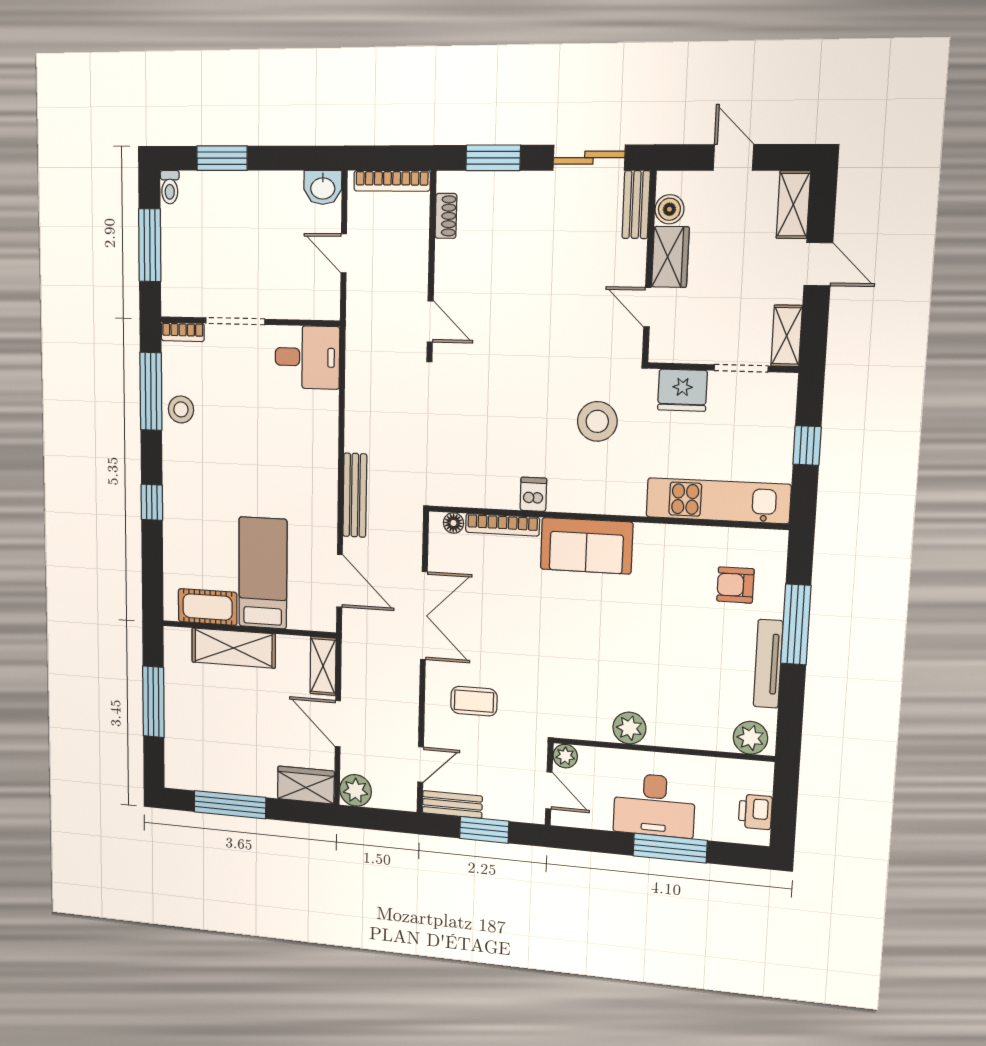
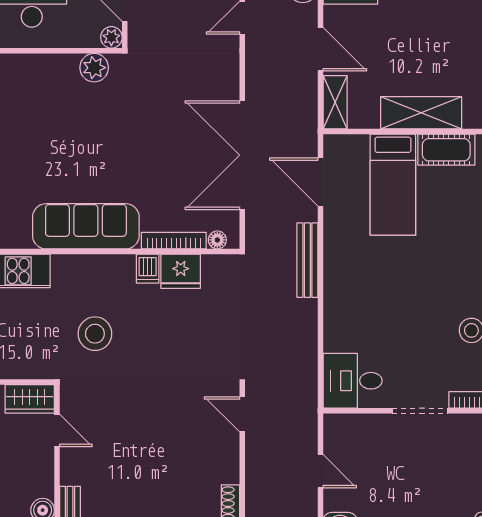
wardrobe: (670, 257) -> (30, 399), moved, turned -90
fridge: (682, 390) -> (181, 271), moved, turned 180
sofa: (586, 546) -> (86, 226), width x1.36
double door: (424, 616) -> (242, 155), width x1.36
coffee table: (474, 701) -> (195, 81), removed
plant: (629, 728) -> (94, 68), moved

